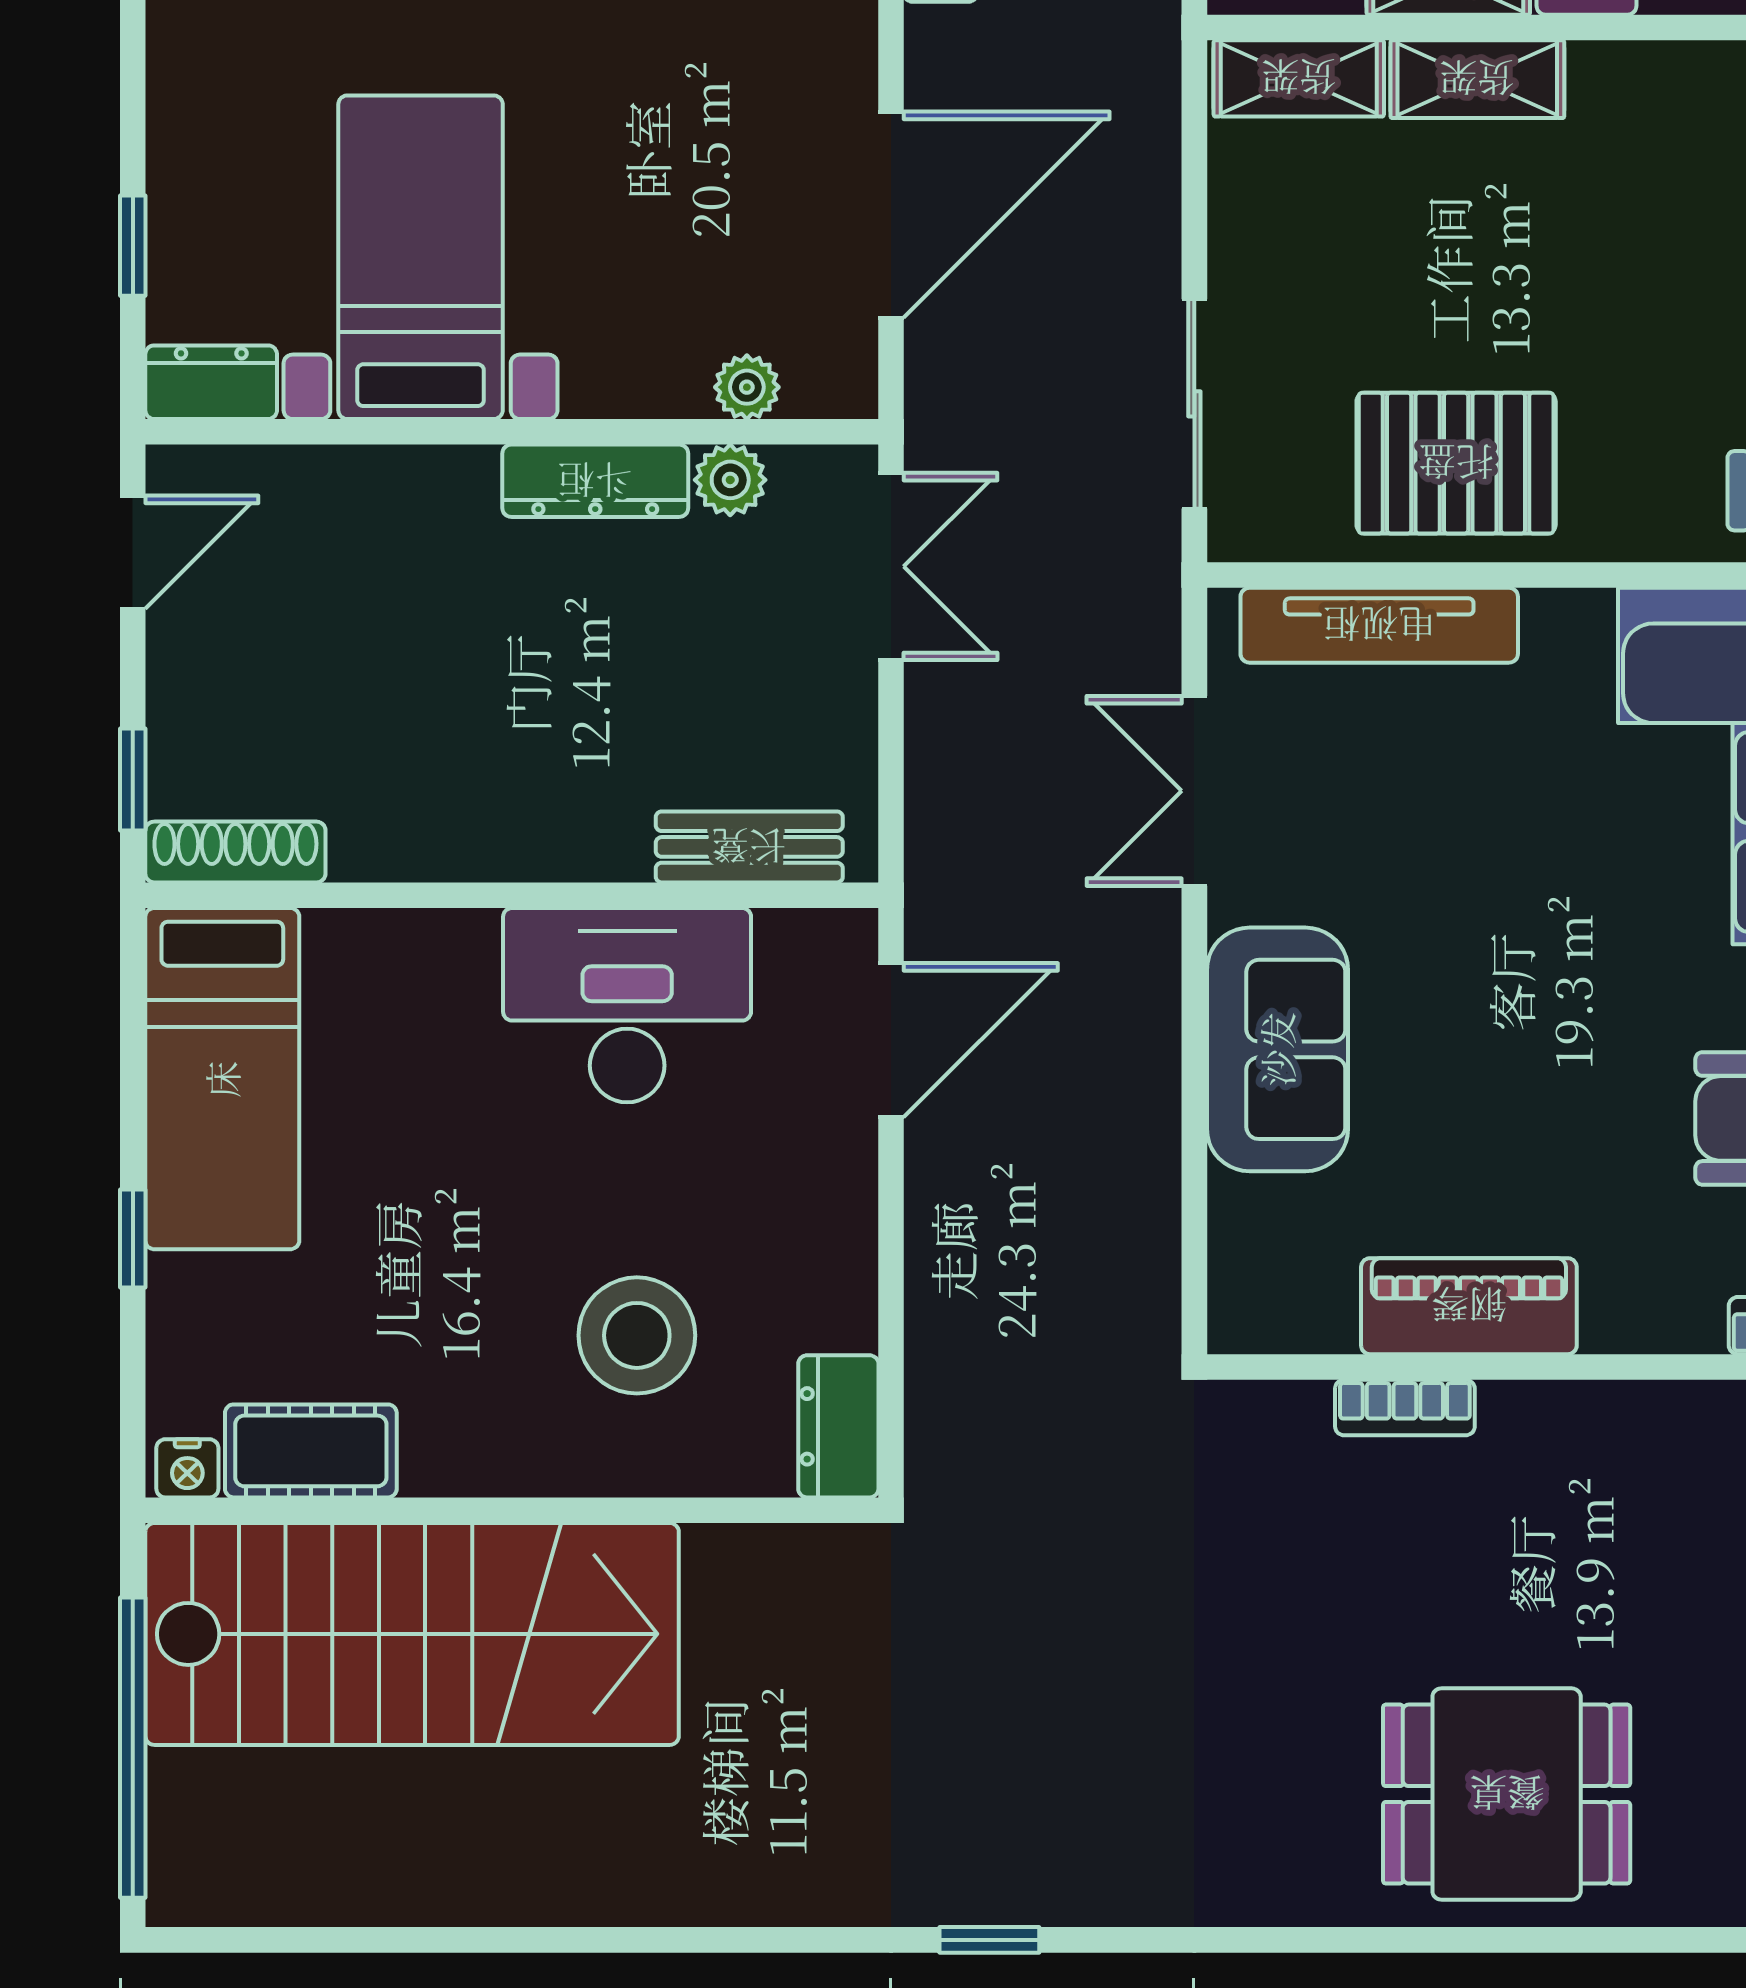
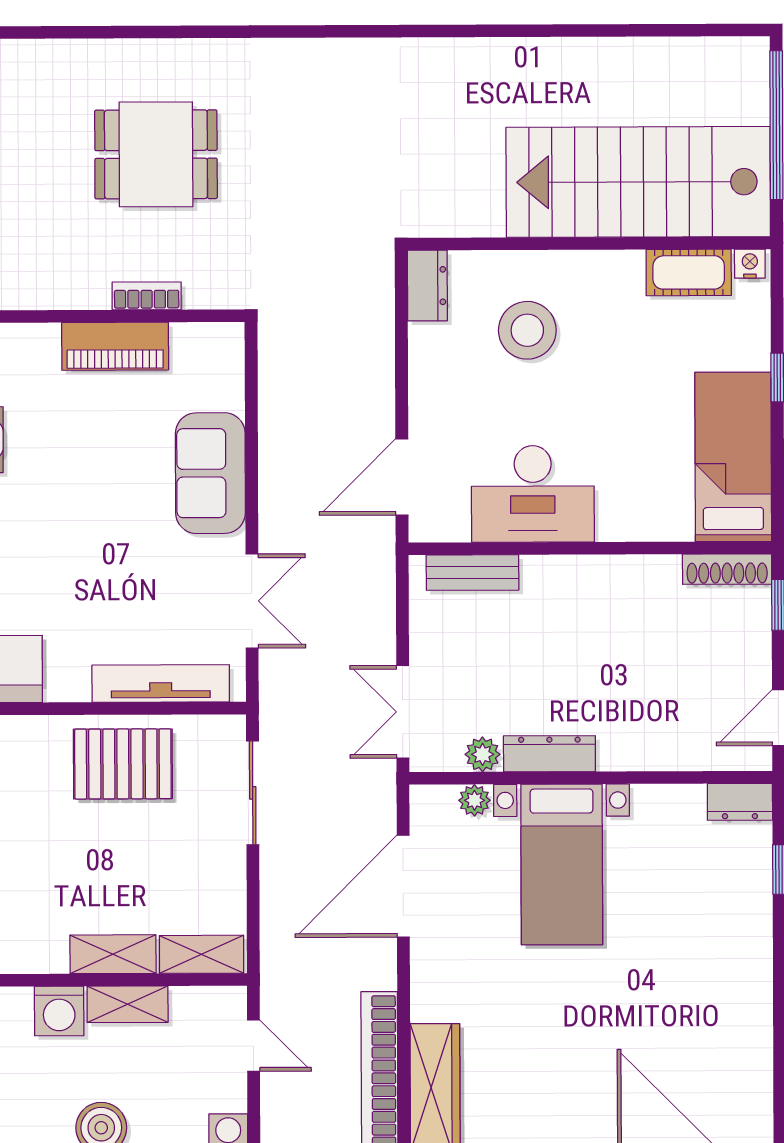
bed with nightstands: (421, 257) -> (562, 864), moved
dining table: (1507, 1794) -> (156, 154), moved
window: (989, 1940) -> (352, 31), removed

